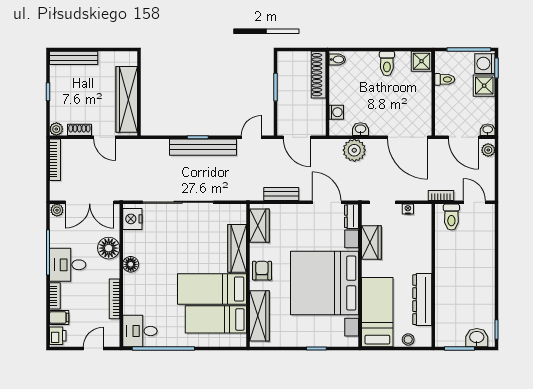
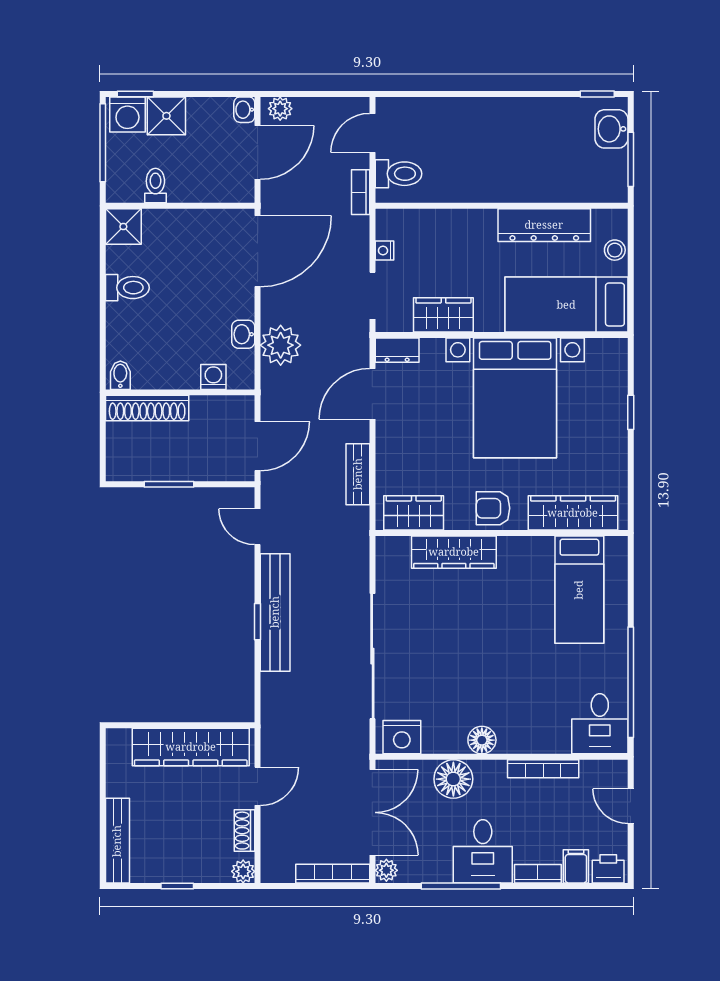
bookcase: (55, 160) -> (333, 874), moved
bed with nightstands: (324, 283) -> (515, 398), width x0.73
bed: (212, 289) -> (526, 596), removed

